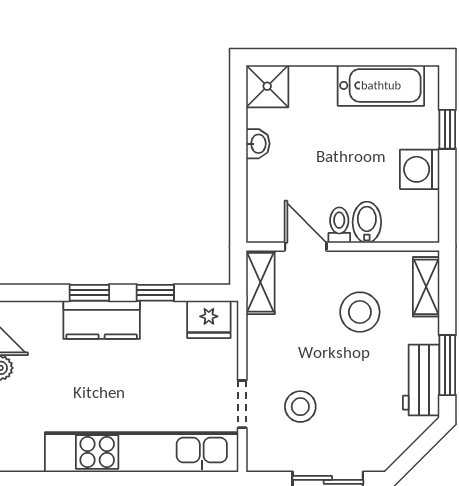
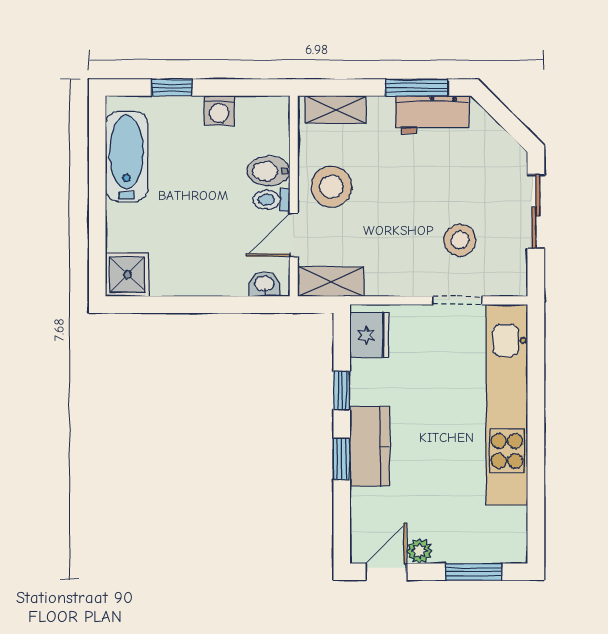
washbasin: (258, 144) -> (264, 284), moved
washing machine: (420, 169) -> (219, 111), width x0.73, depth x0.73
stool: (360, 312) -> (332, 187), moved

